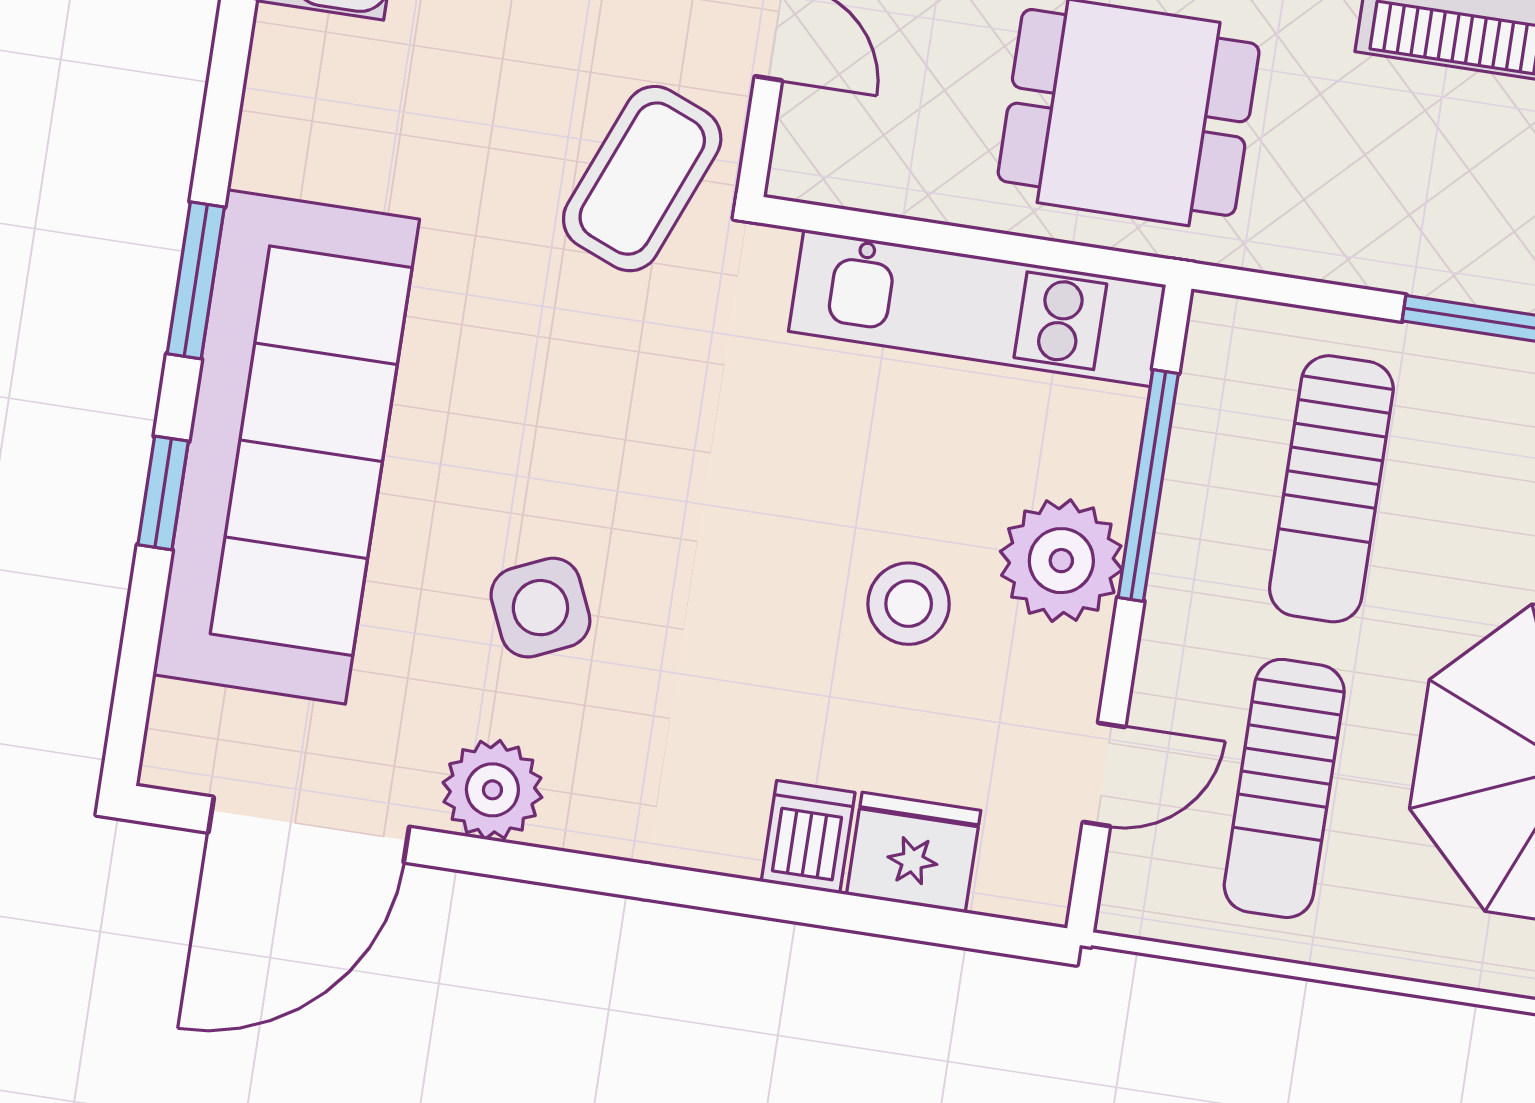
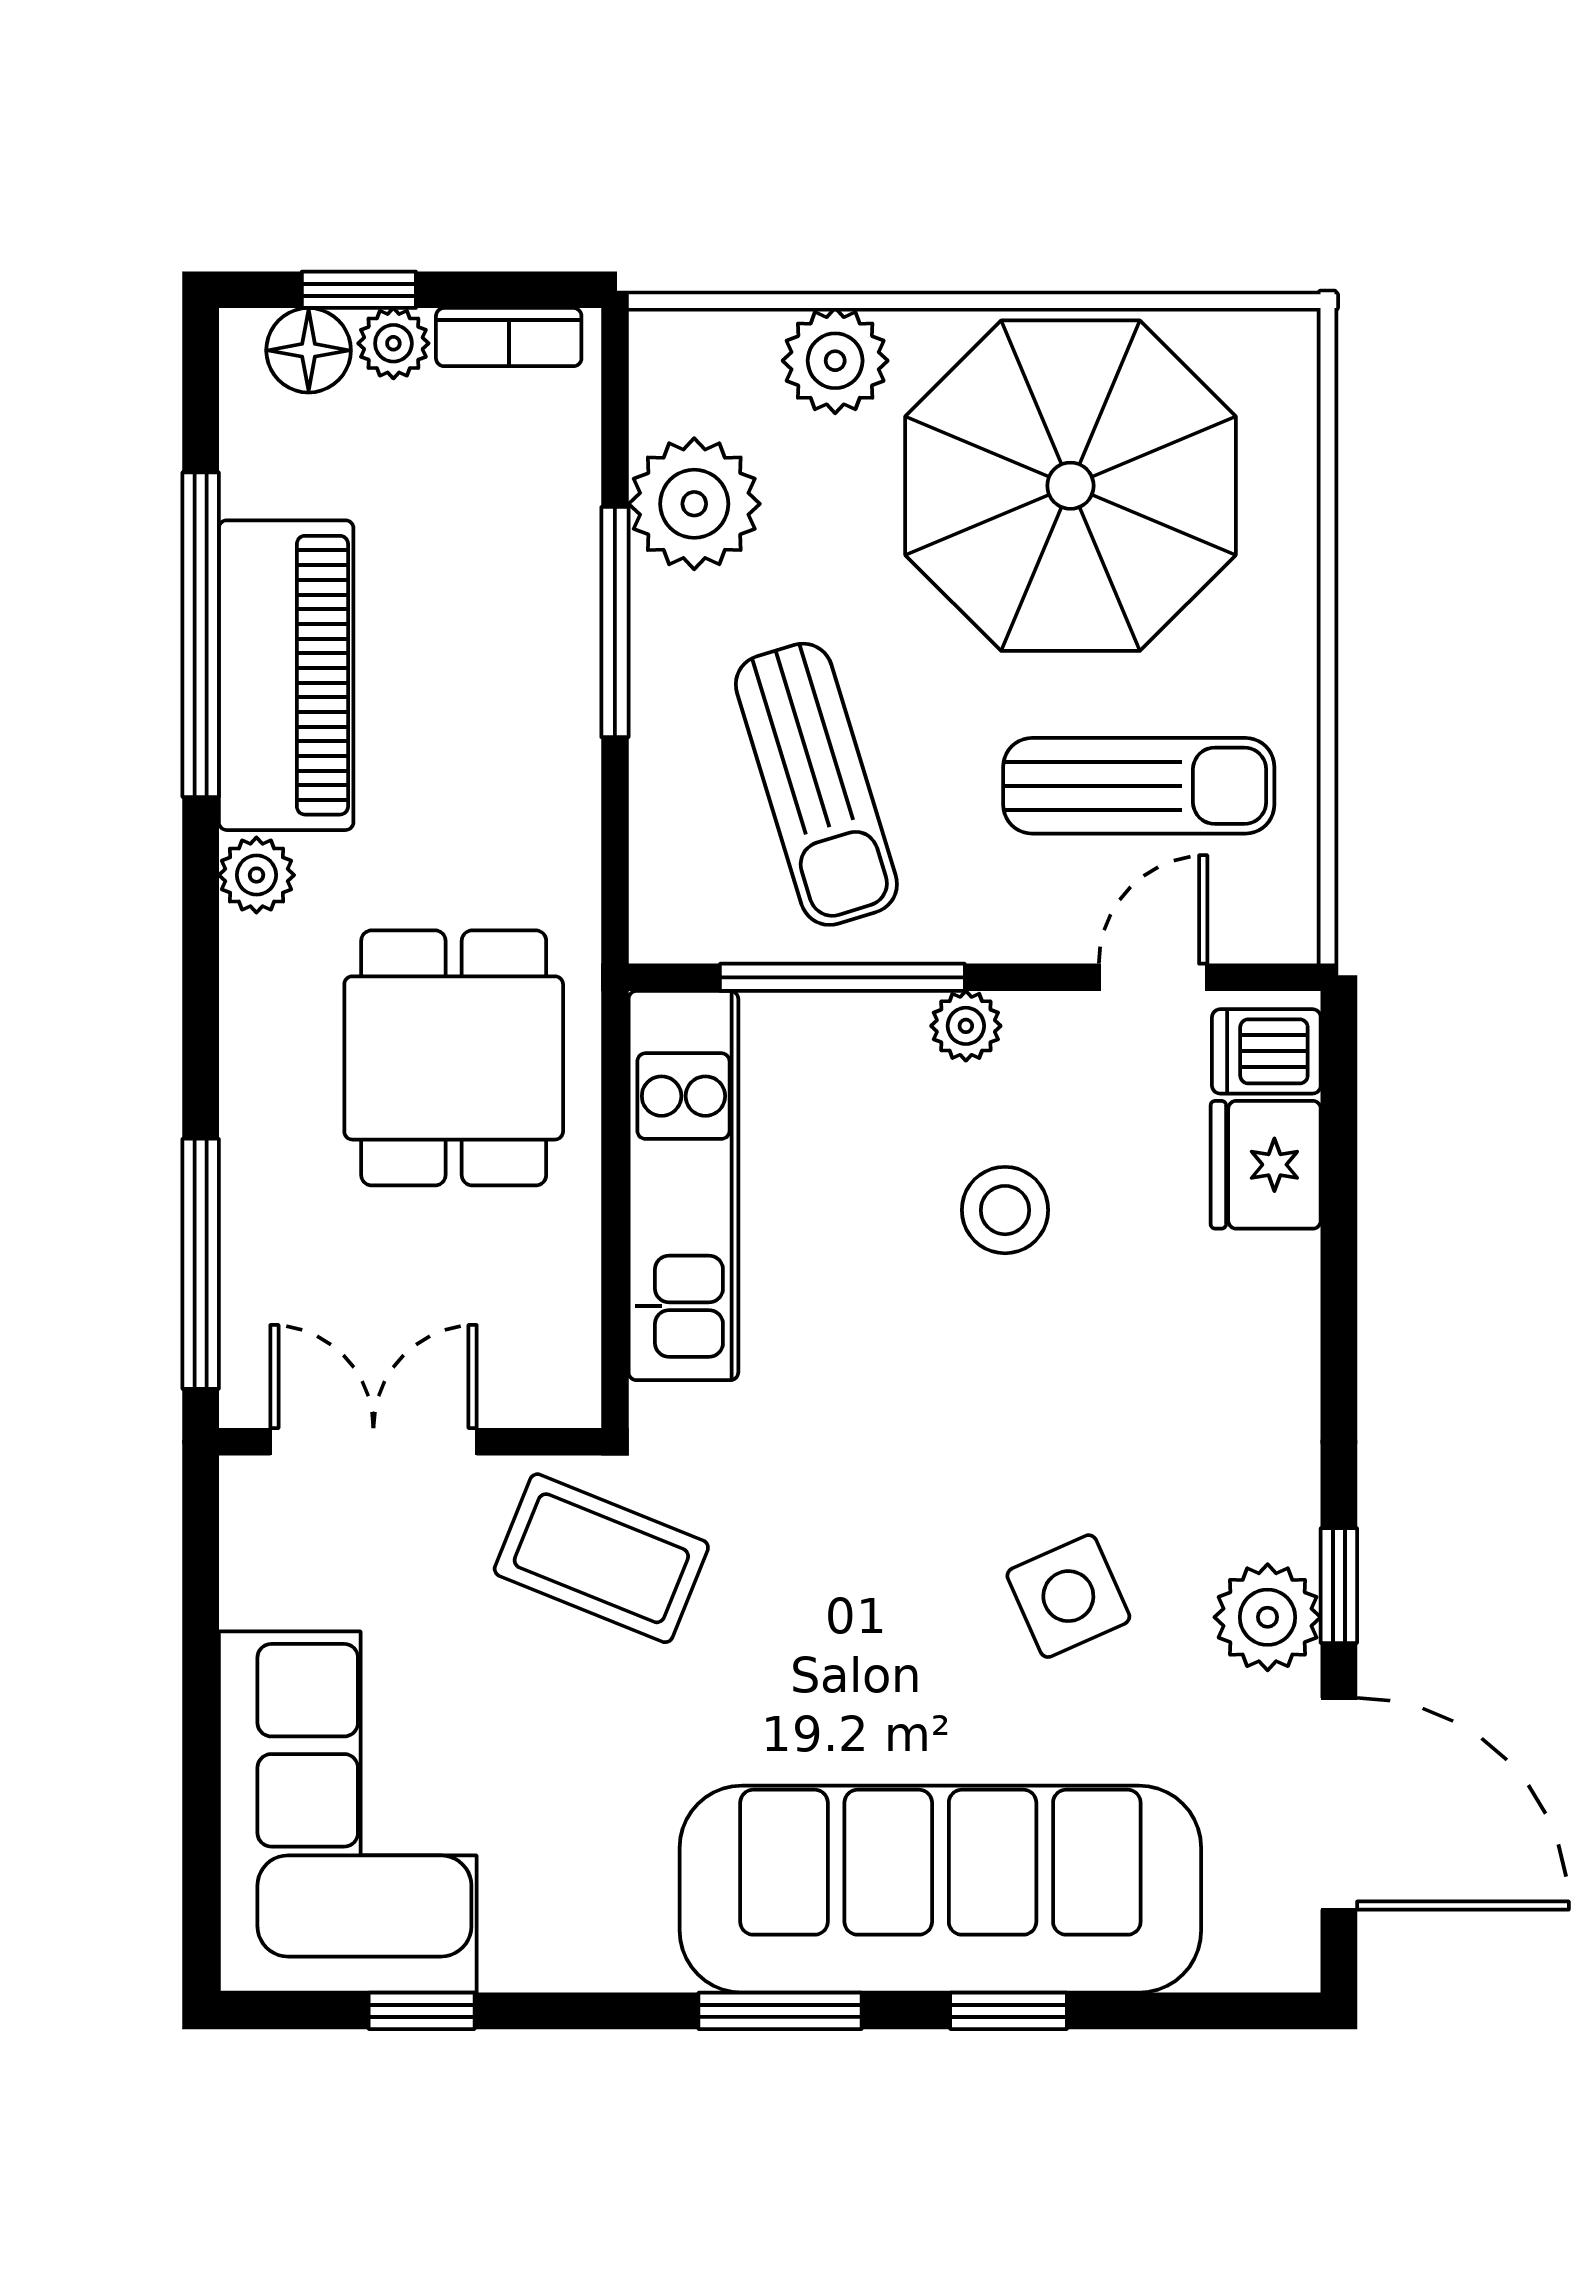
sun lounger: (1331, 489) -> (816, 784), turned 73
plant: (1061, 561) -> (966, 1026), width x0.53, depth x0.53
door: (1104, 774) -> (1153, 977), hinge flipped
dishwasher: (808, 837) -> (1266, 1051), moved
window: (512, 861) -> (1339, 1586), added

